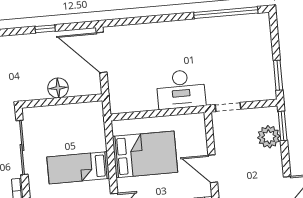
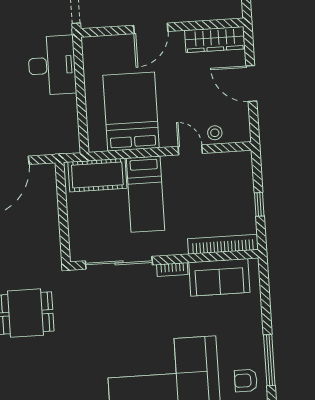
floor lamp: (58, 88) -> (47, 217), removed
cot: (93, 128) -> (97, 175), added

